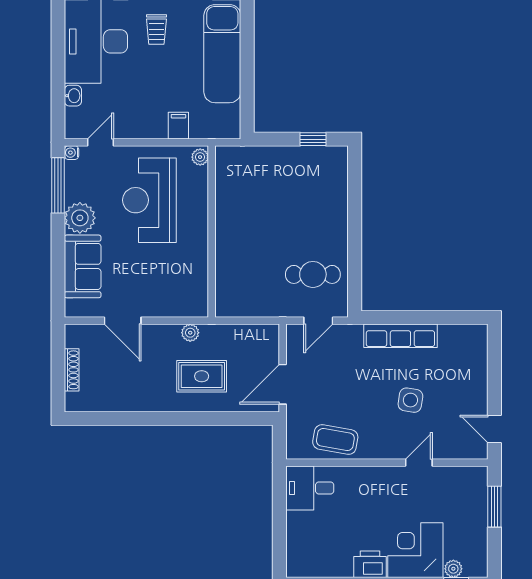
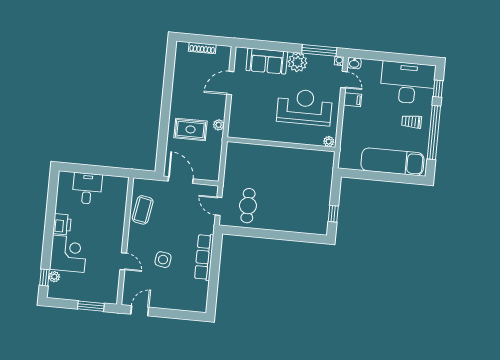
washbasin: (73, 96) -> (354, 63), moved
filing cabinet: (178, 126) -> (353, 100), moved
rug: (202, 376) -> (190, 129), turned 90
desk: (310, 488) -> (87, 188), moved

